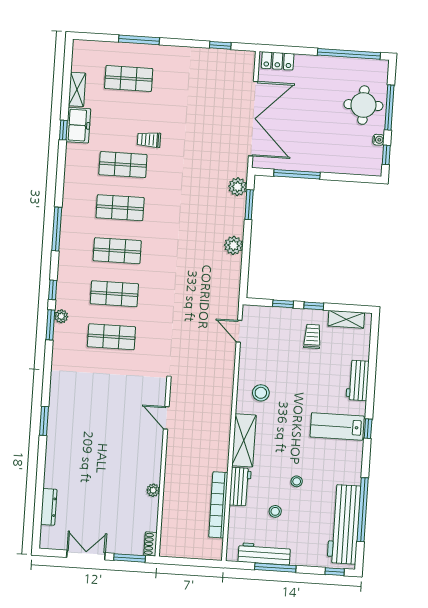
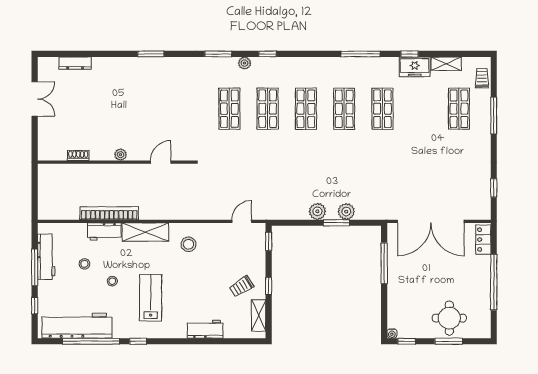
window: (349, 54) -> (494, 282), moved
window: (389, 108) -> (449, 341), width x0.69
trolley: (149, 140) -> (482, 78), moved
water cooler: (378, 140) -> (392, 333), moved
plant: (238, 187) -> (346, 212), moved
window: (249, 205) -> (336, 223), moved
window: (57, 229) -> (361, 54), moved
window: (283, 304) -> (269, 241), moved
window: (50, 325) -> (218, 54), moved
trolley: (312, 336) -> (242, 286), turned 148
lab bench: (337, 426) -> (151, 298), moved
window: (368, 429) -> (138, 341), moved
plant: (153, 490) -> (120, 155), moved
bookcase: (218, 505) -> (109, 213), moved
shoe rack: (150, 544) -> (78, 155), moved
window: (130, 558) -> (35, 138), removed
window: (335, 572) -> (35, 306), moved

